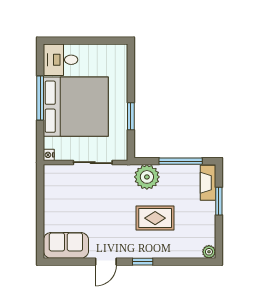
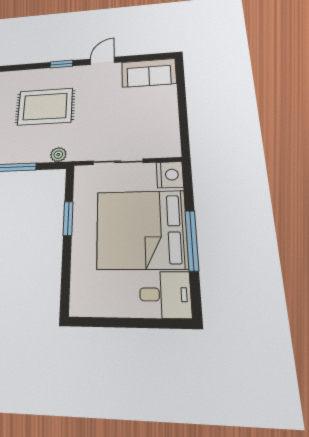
nightstand: (49, 155) -> (170, 175), width x1.89, depth x1.79
plant: (147, 177) -> (58, 155), width x0.53, depth x0.53
rug: (155, 218) -> (45, 107), width x1.36, depth x1.43

